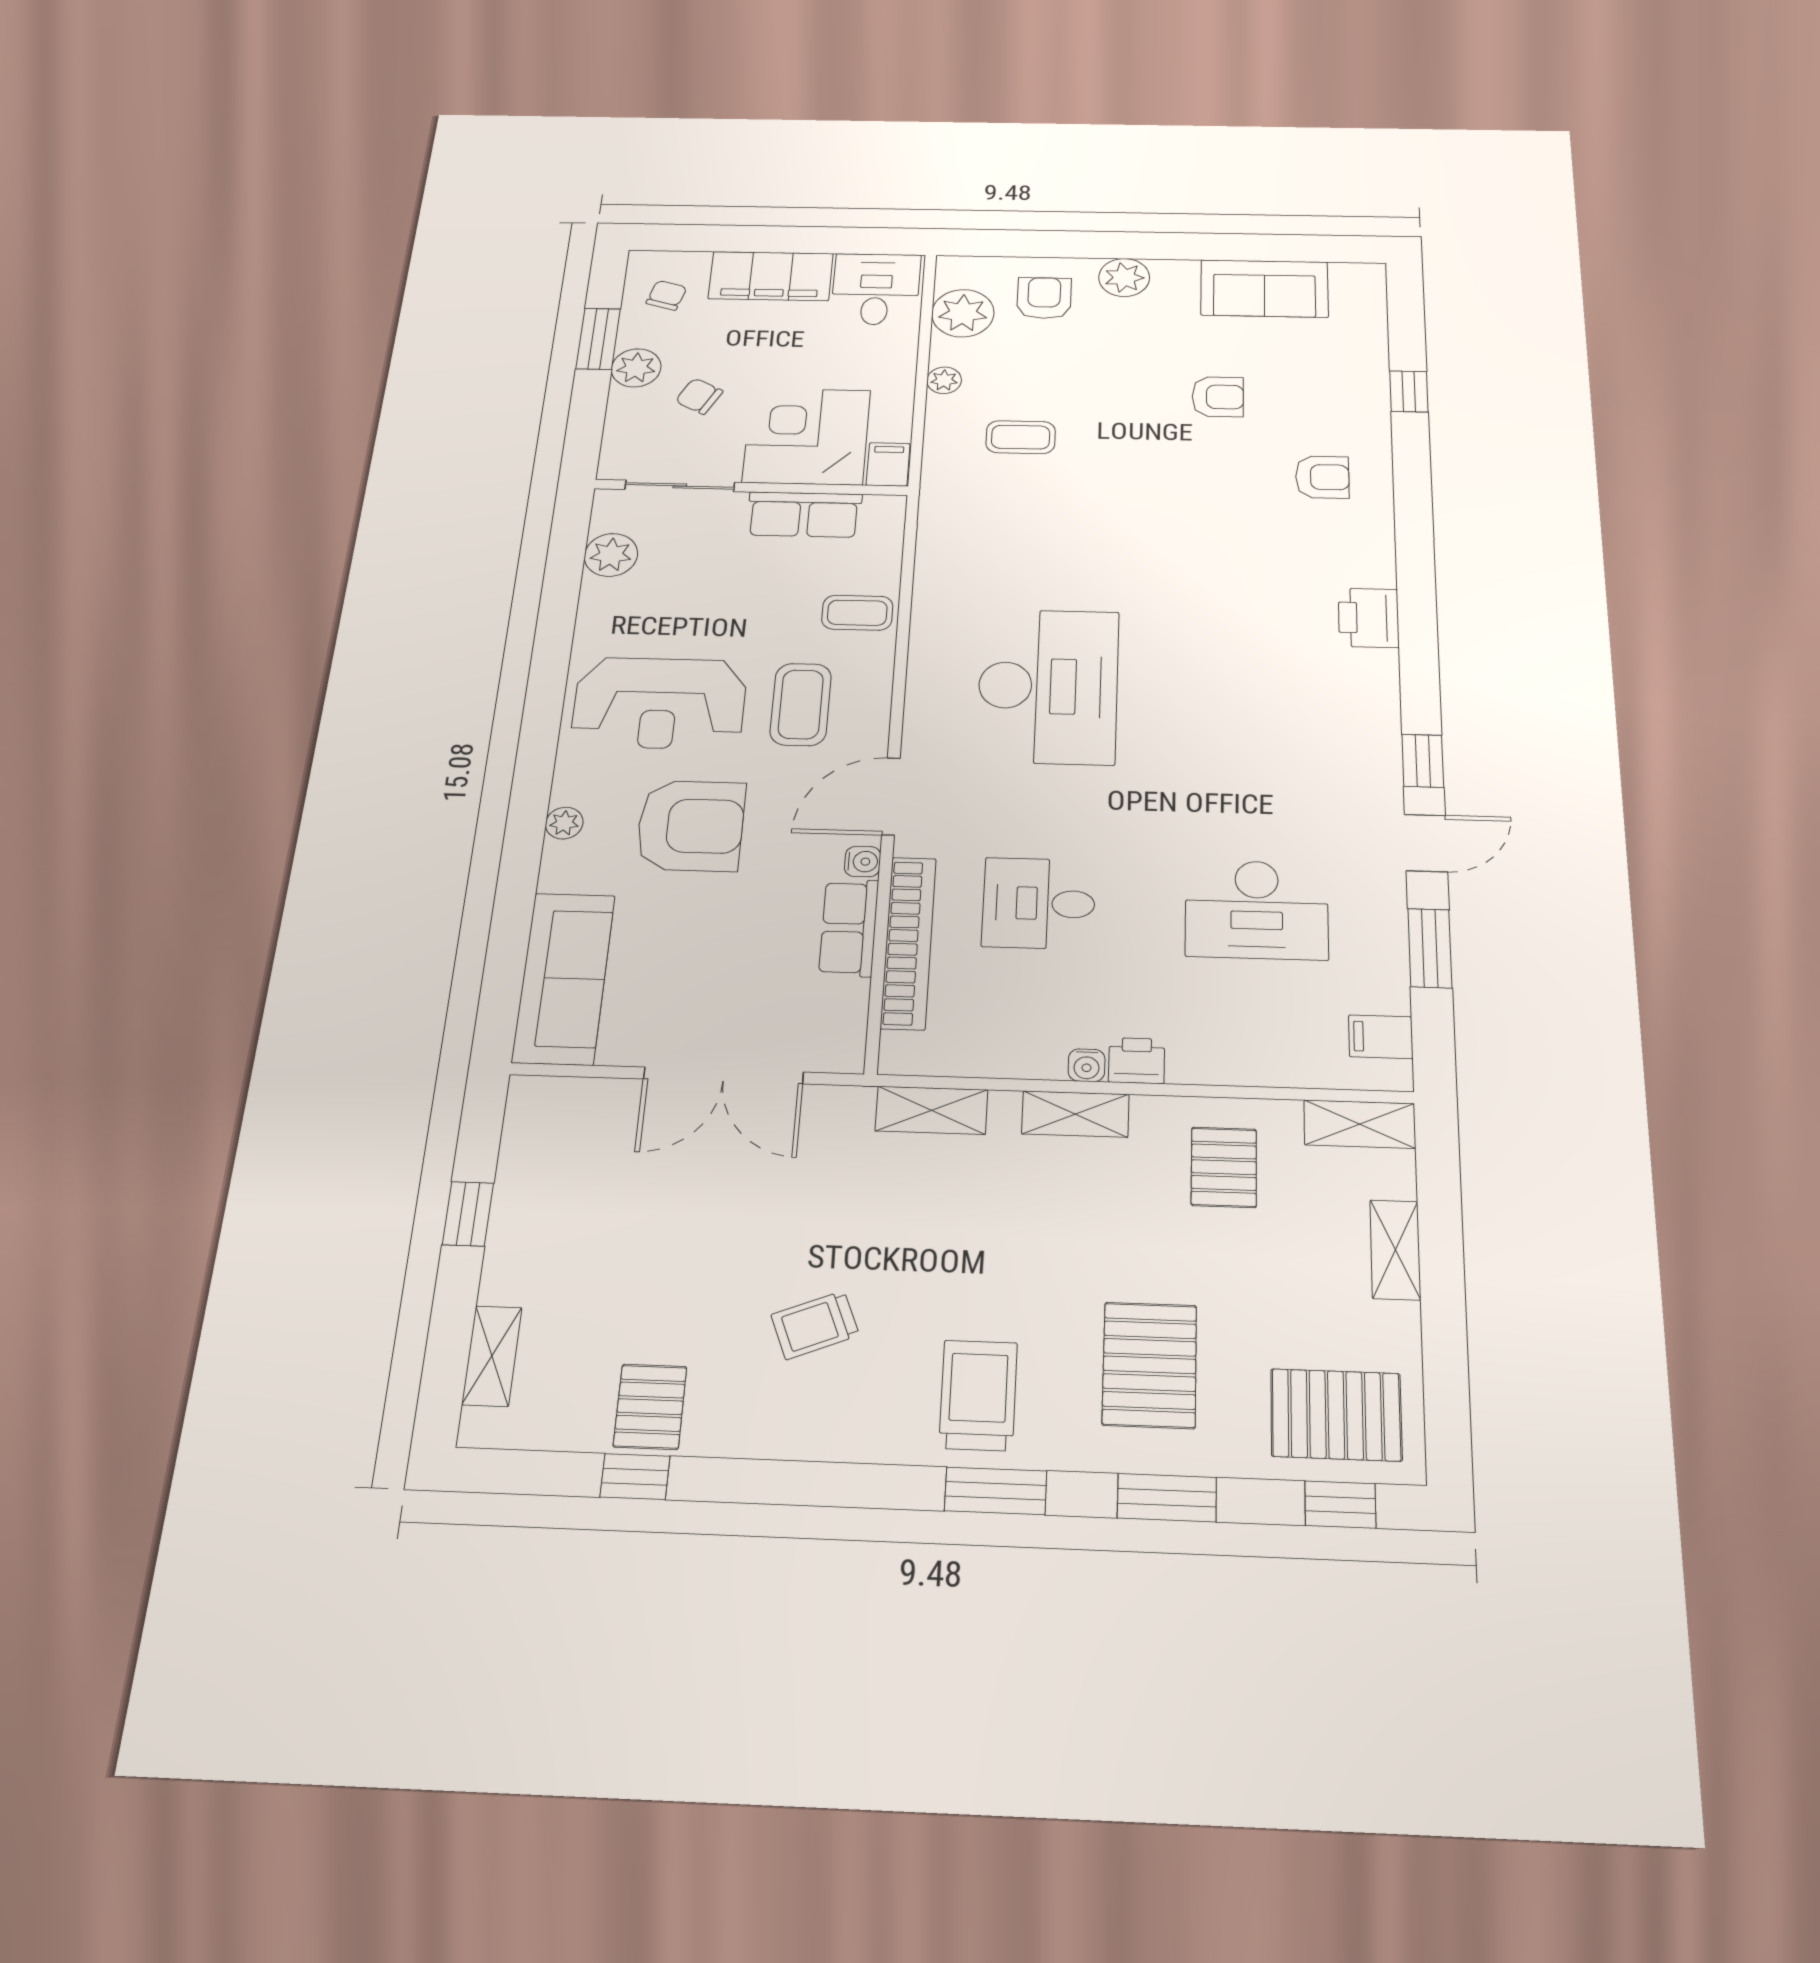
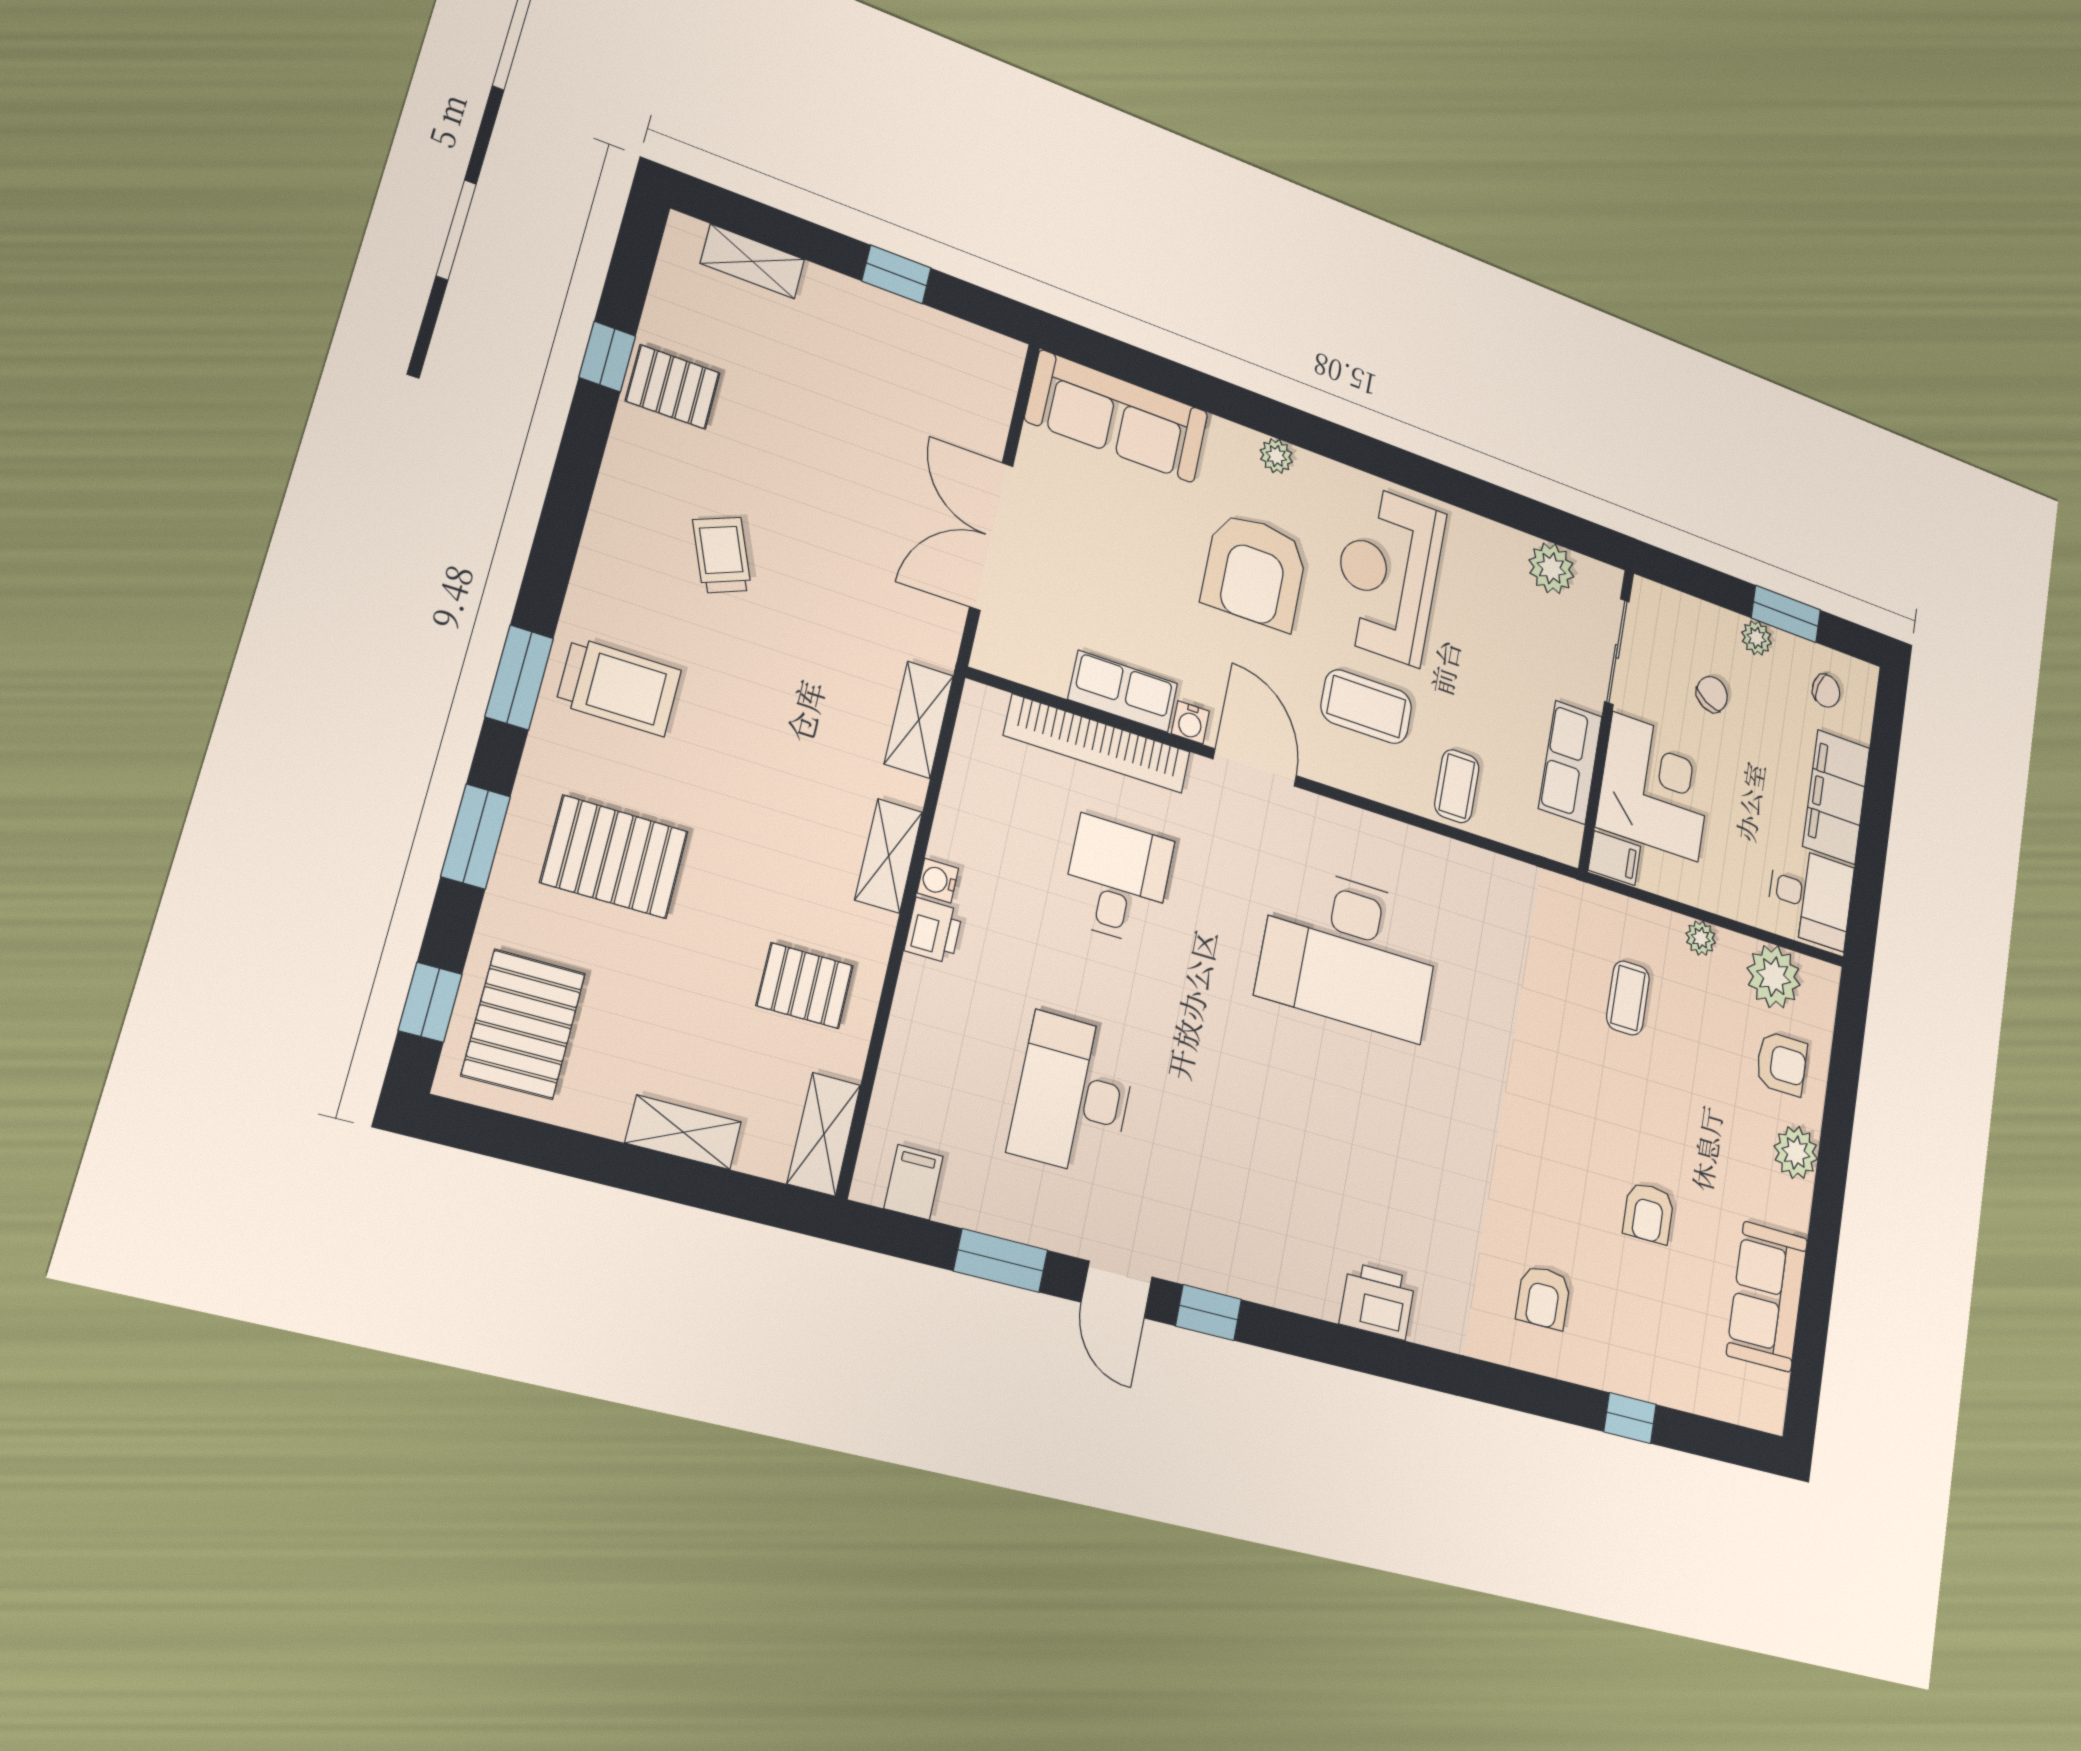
plant: (636, 368) -> (1757, 638), width x0.73, depth x0.73

